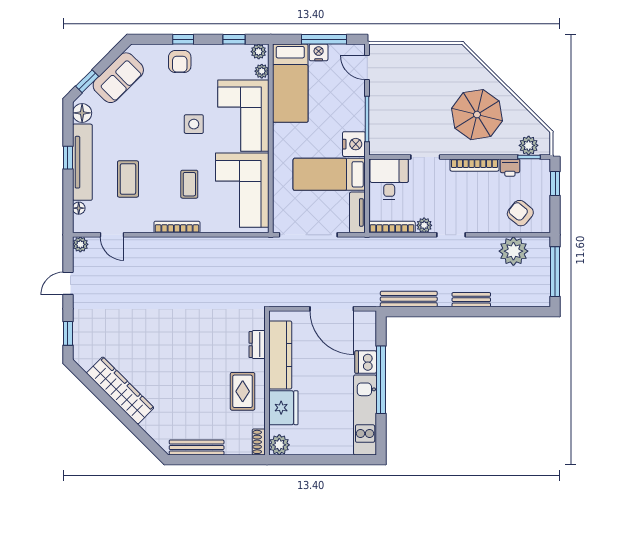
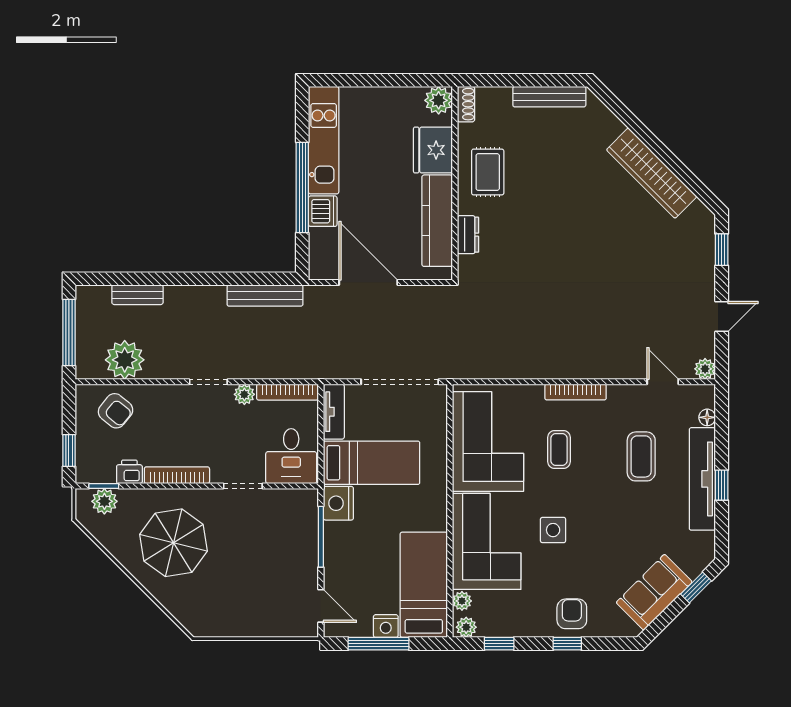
floor lamp: (82, 113) -> (703, 545), removed
bench: (471, 300) -> (137, 295), moved

